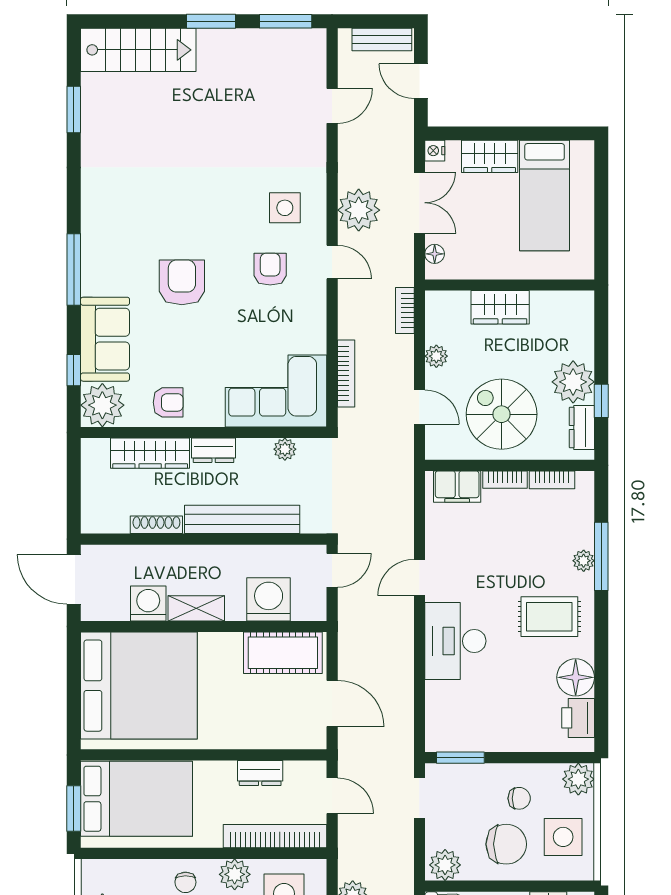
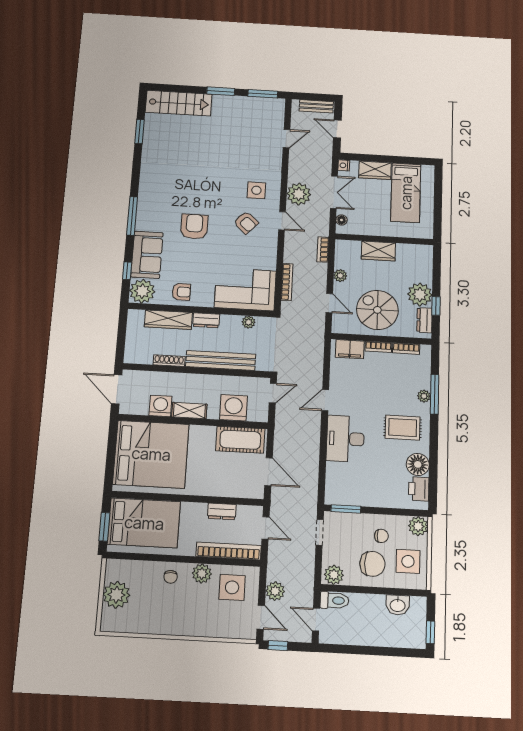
armchair: (270, 269) -> (246, 222), turned 133

